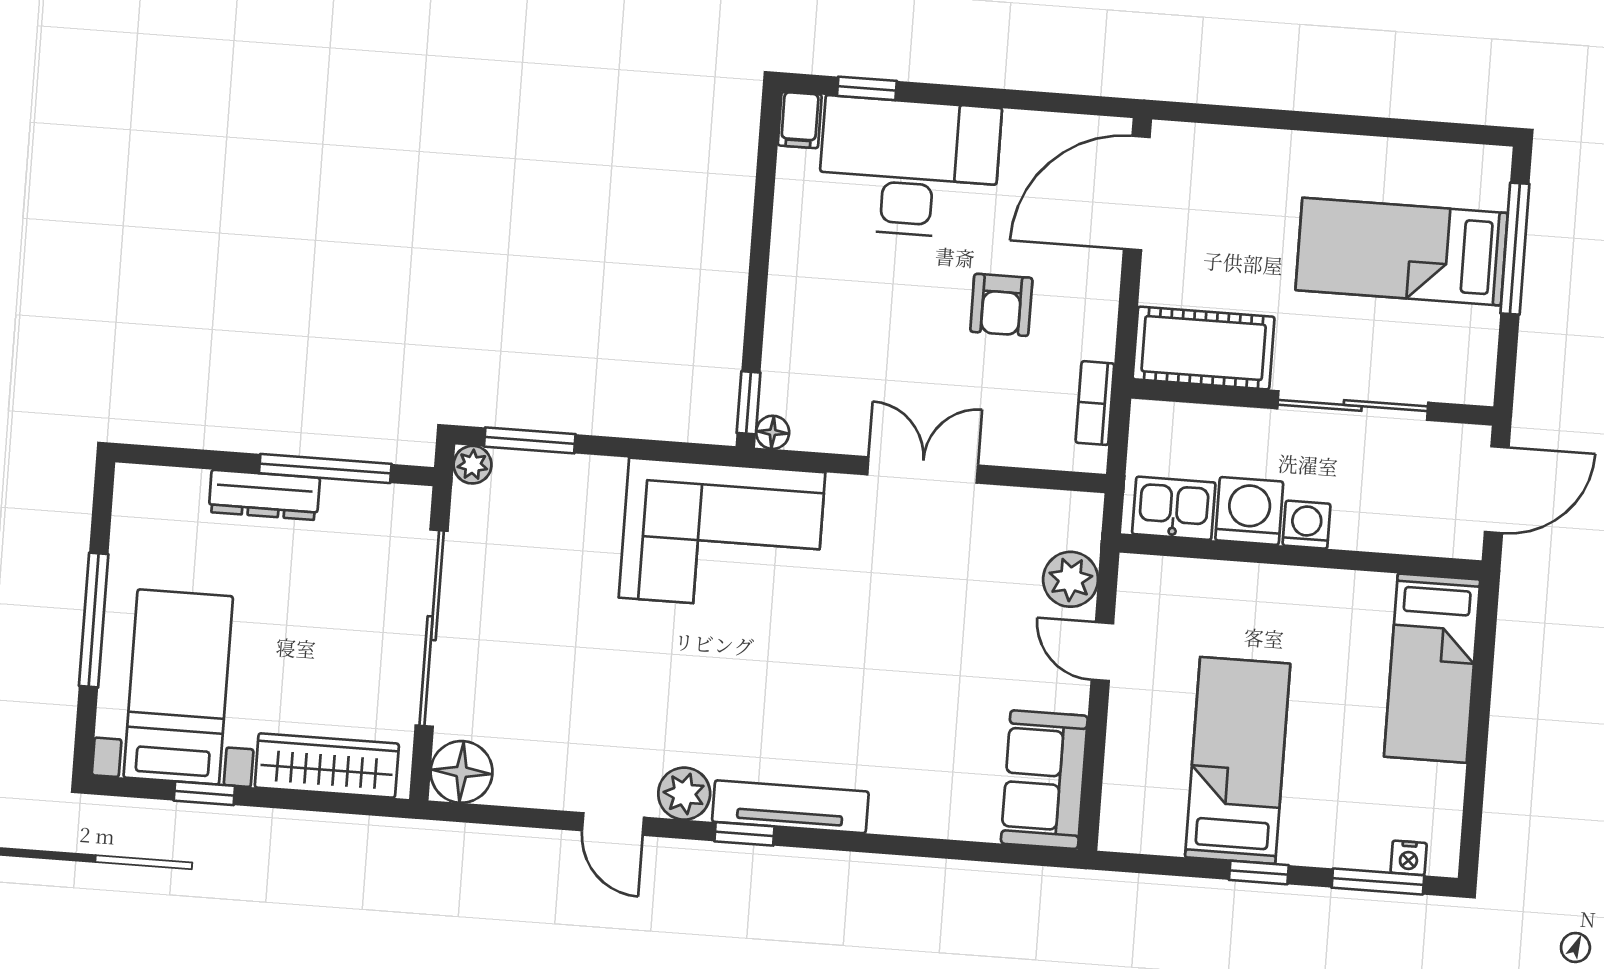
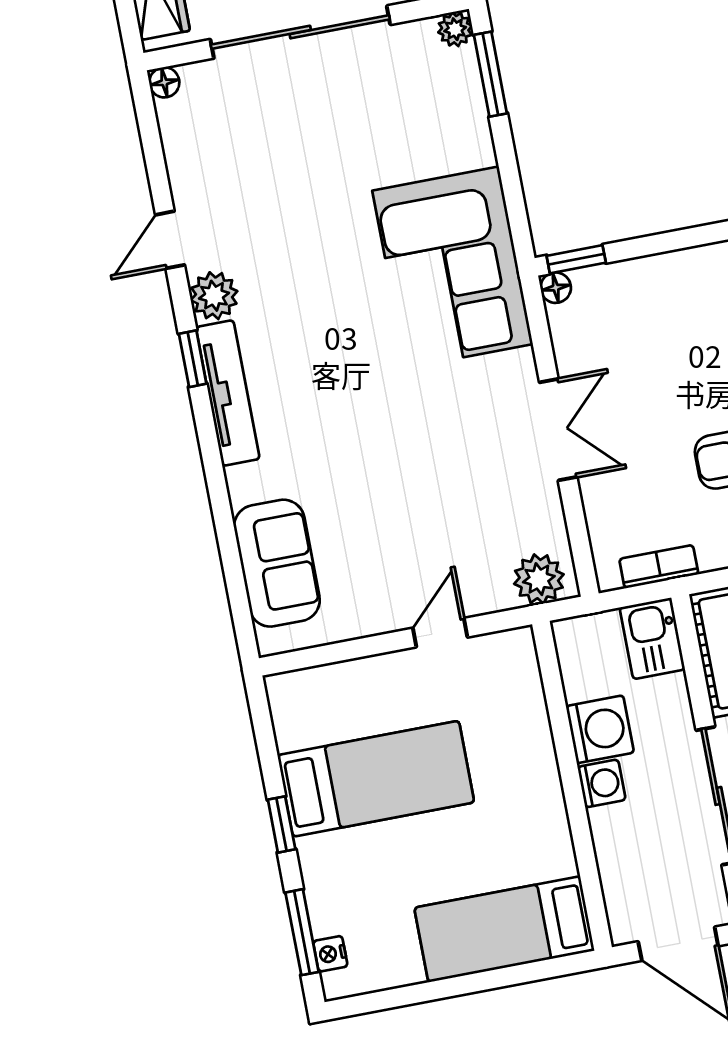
kitchen sink: (1174, 508) -> (652, 638), moved, turned 180
plant: (1071, 579) -> (539, 579), moved
floor lamp: (462, 772) -> (164, 82), width x0.53, depth x0.53
sofa: (1044, 780) -> (277, 563), moved, turned 90

